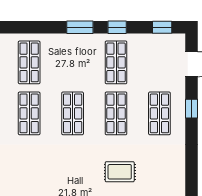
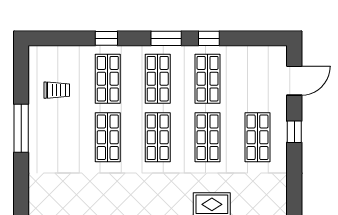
window: (162, 27) -> (106, 38), moved
shop shelf: (73, 62) -> (158, 79), added

